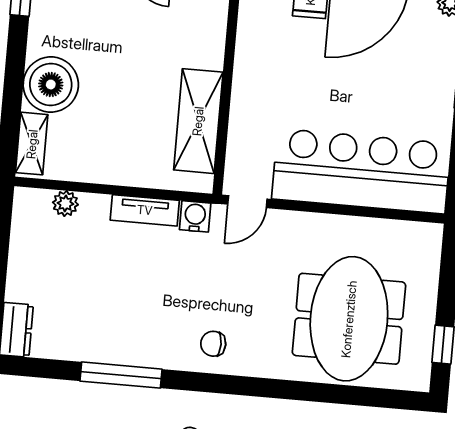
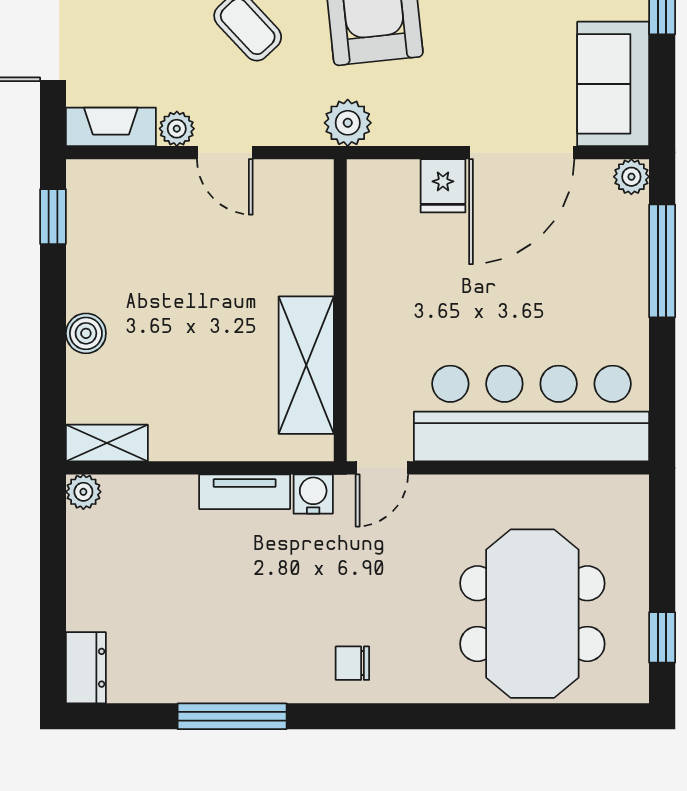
boiler: (51, 85) -> (86, 333), width x0.54, depth x0.54
shelving: (32, 144) -> (107, 443), moved, turned 90
plant: (65, 203) -> (83, 492), moved

